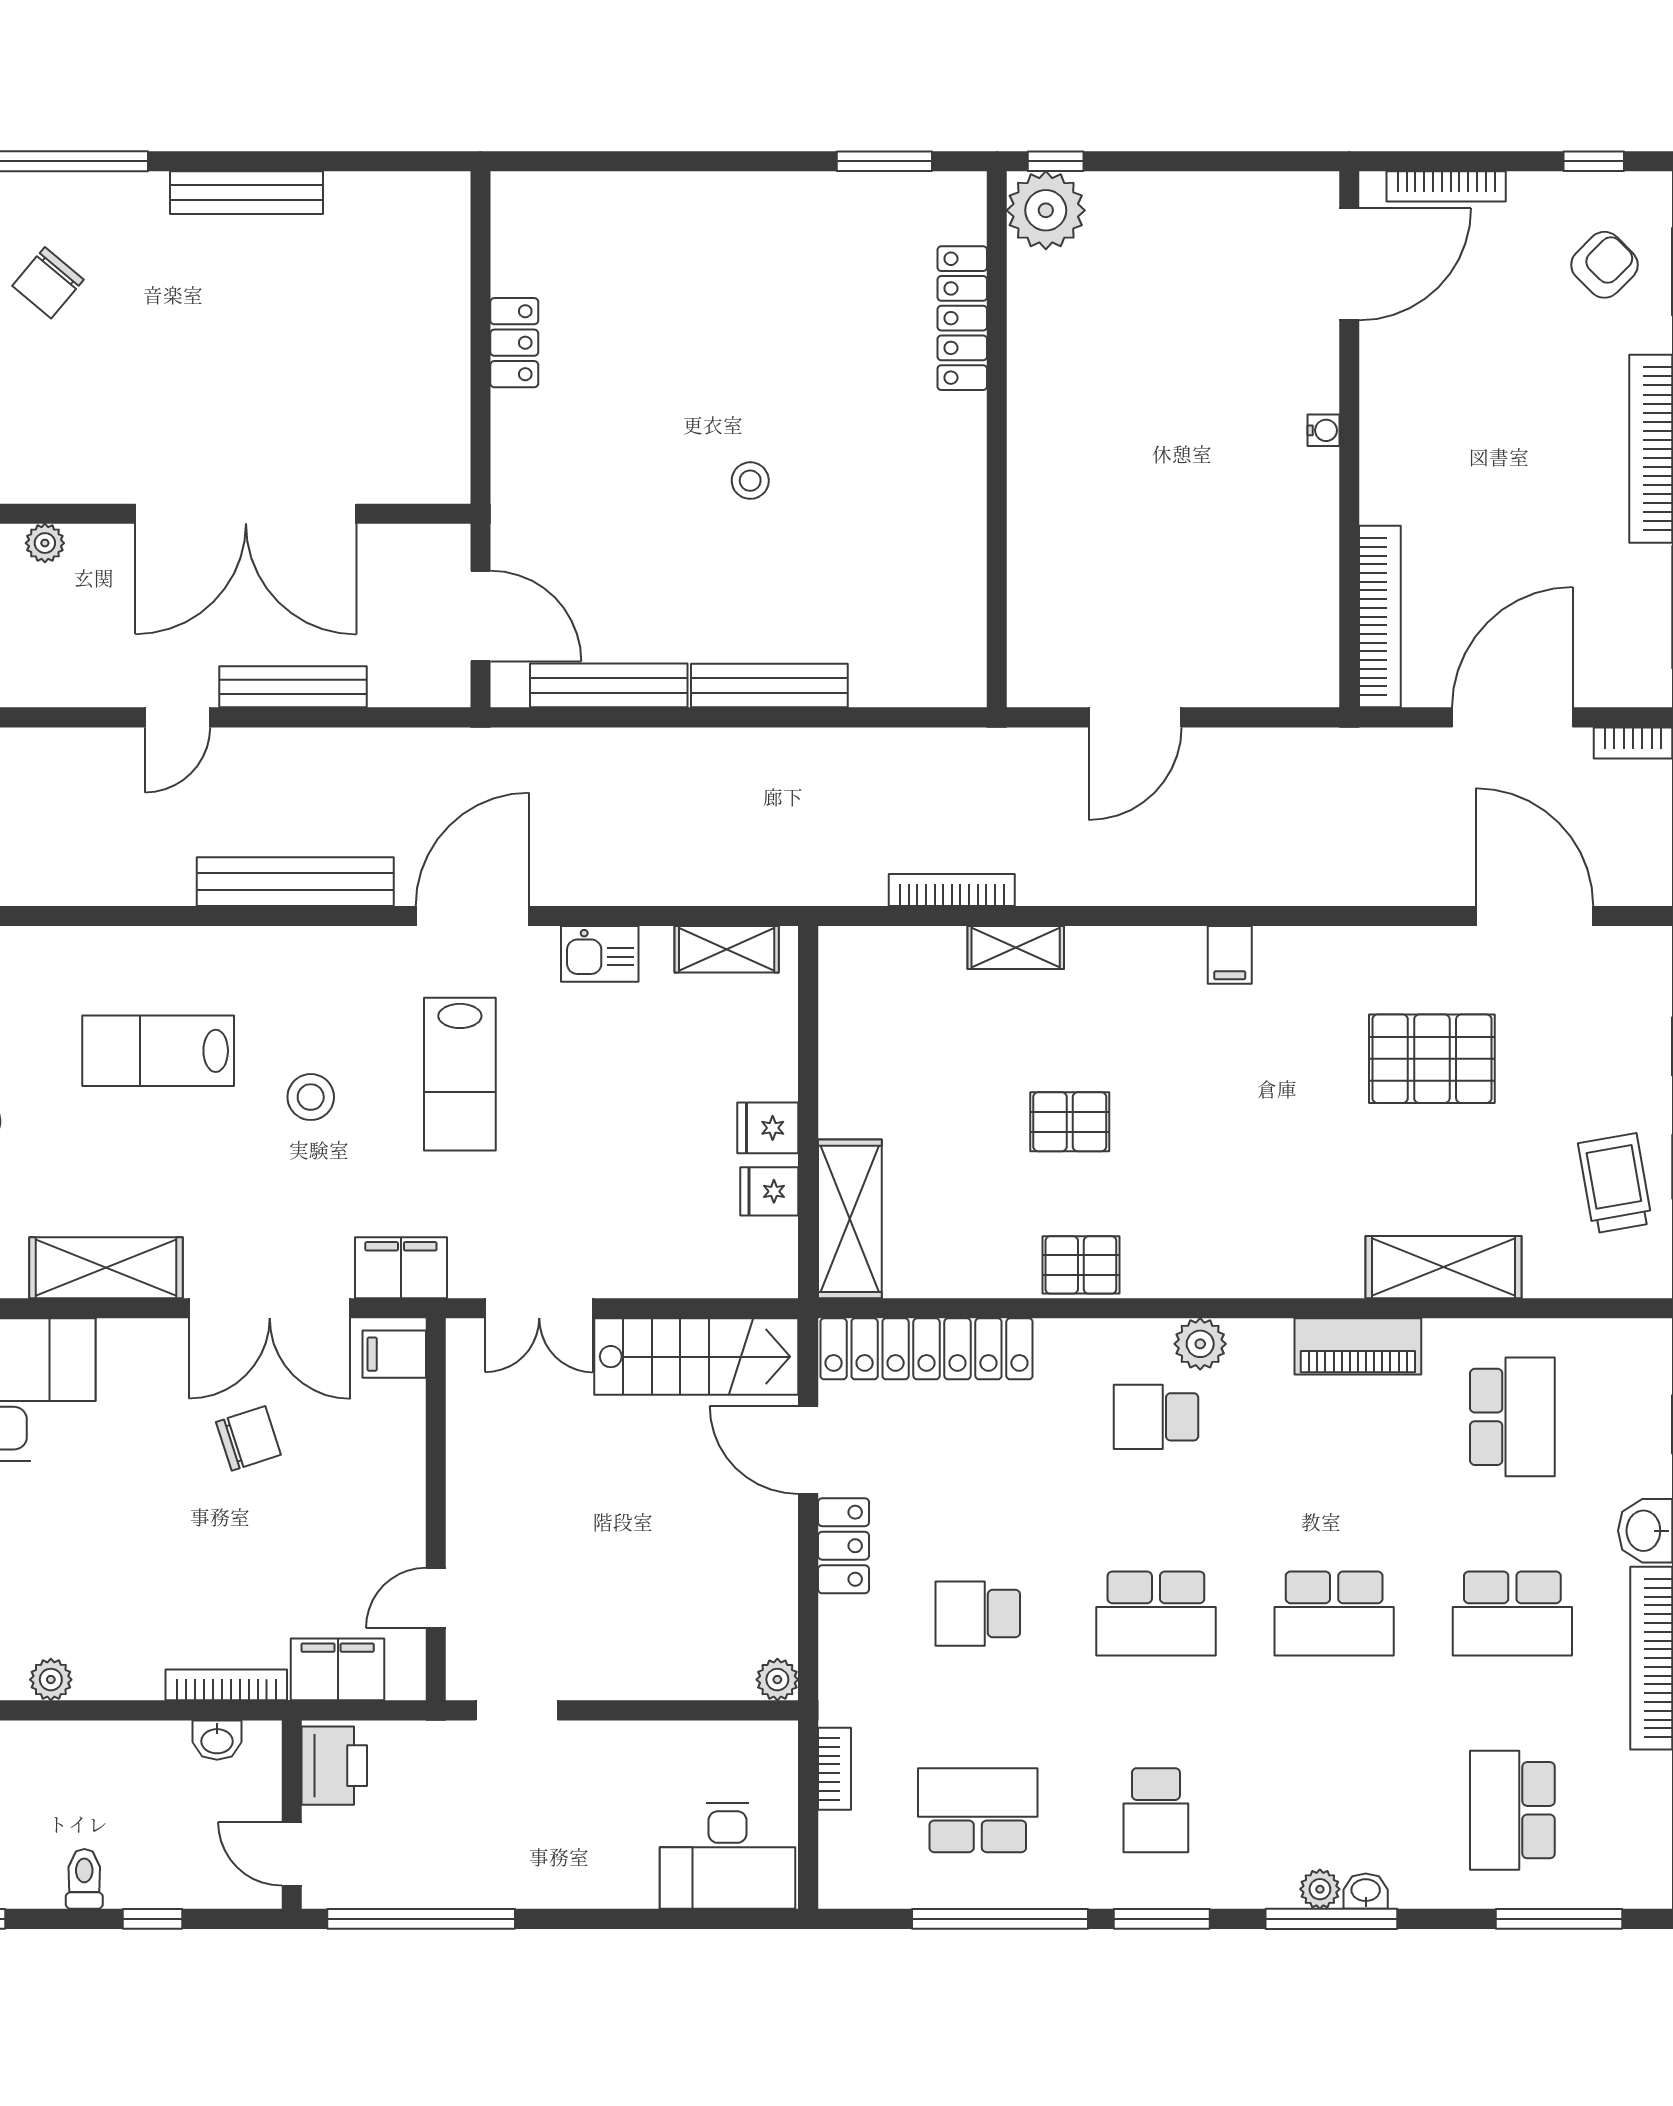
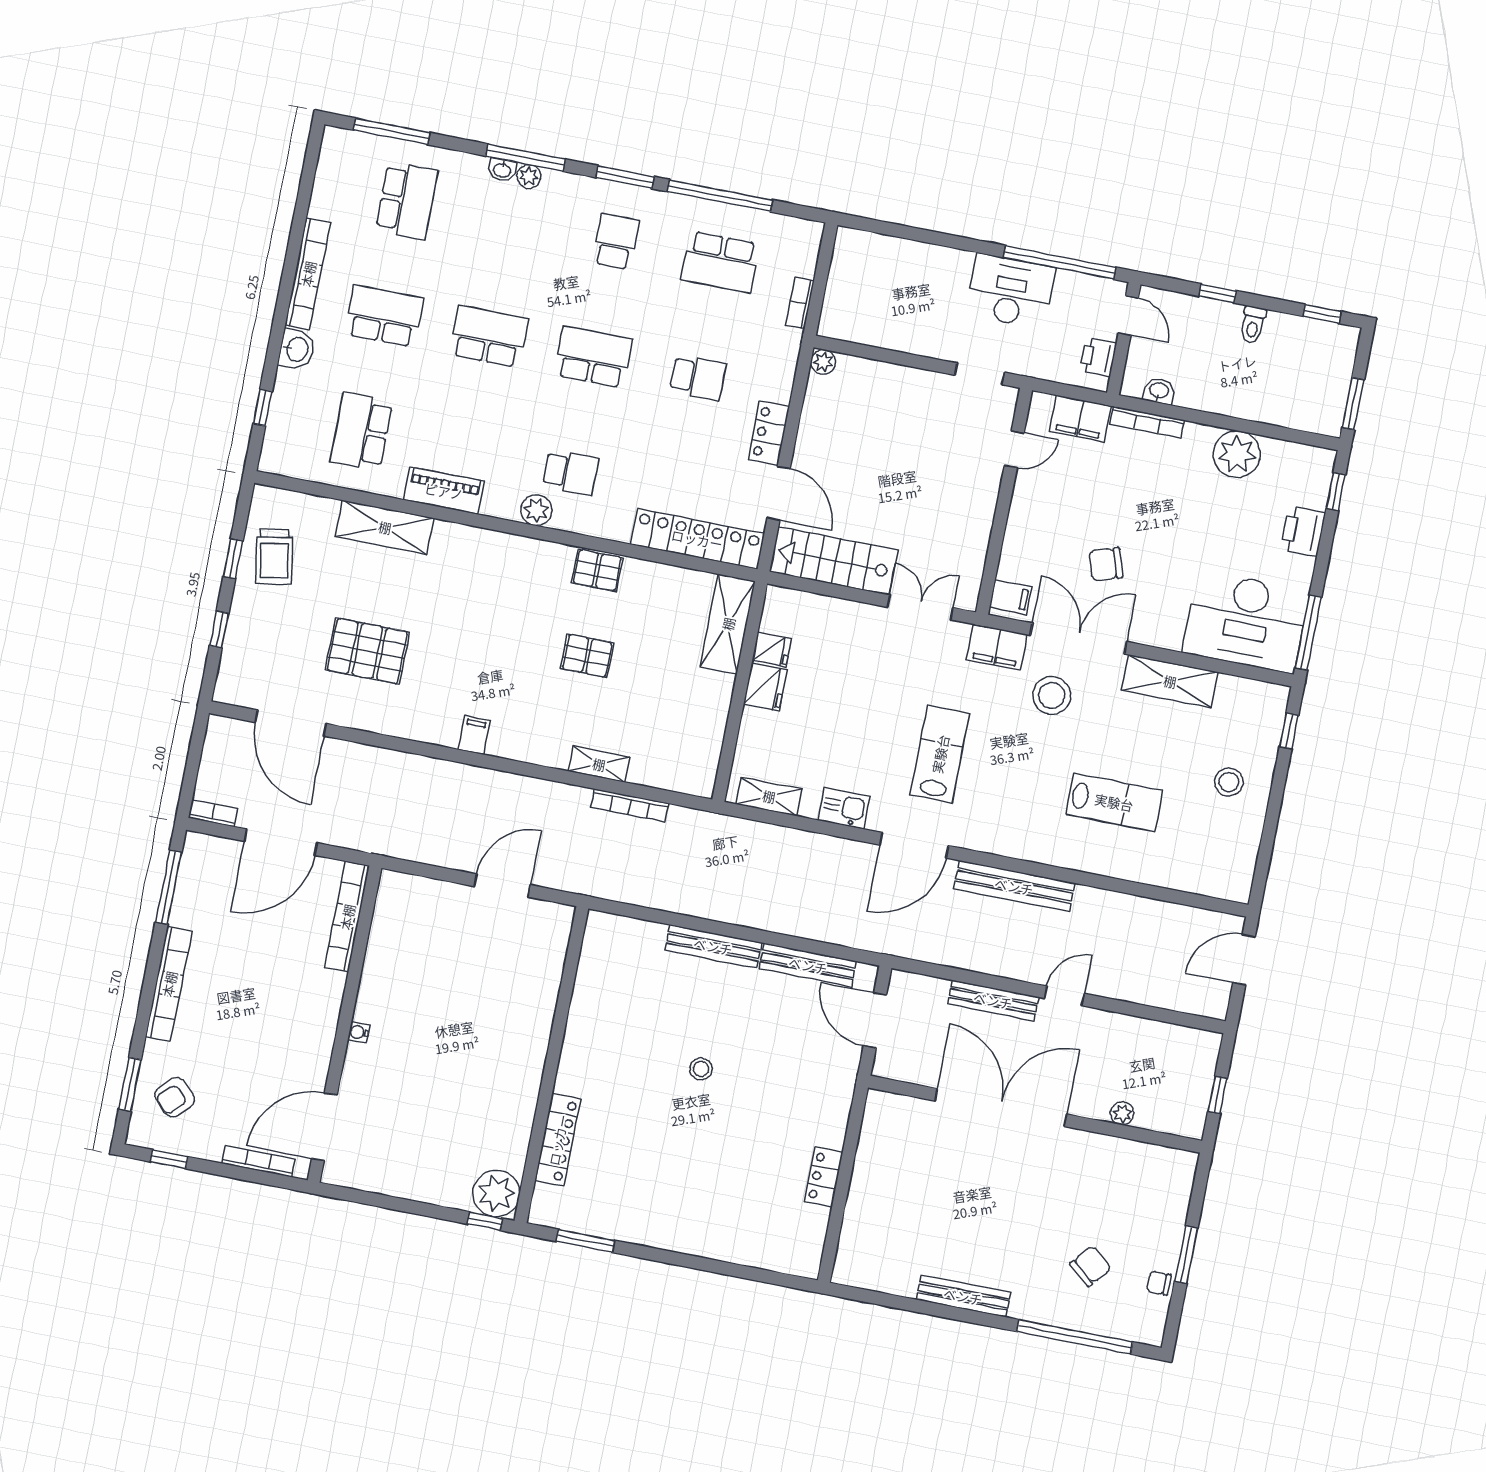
stool: (311, 1097) -> (1052, 695), moved, width x1.38, depth x1.38
fridge: (768, 1128) -> (765, 687), width x1.38
plant: (51, 1680) -> (1237, 454), width x1.87, depth x1.87
printer: (334, 1766) -> (1098, 357), width x0.73, depth x0.81
desk: (727, 1856) -> (1010, 291), moved

